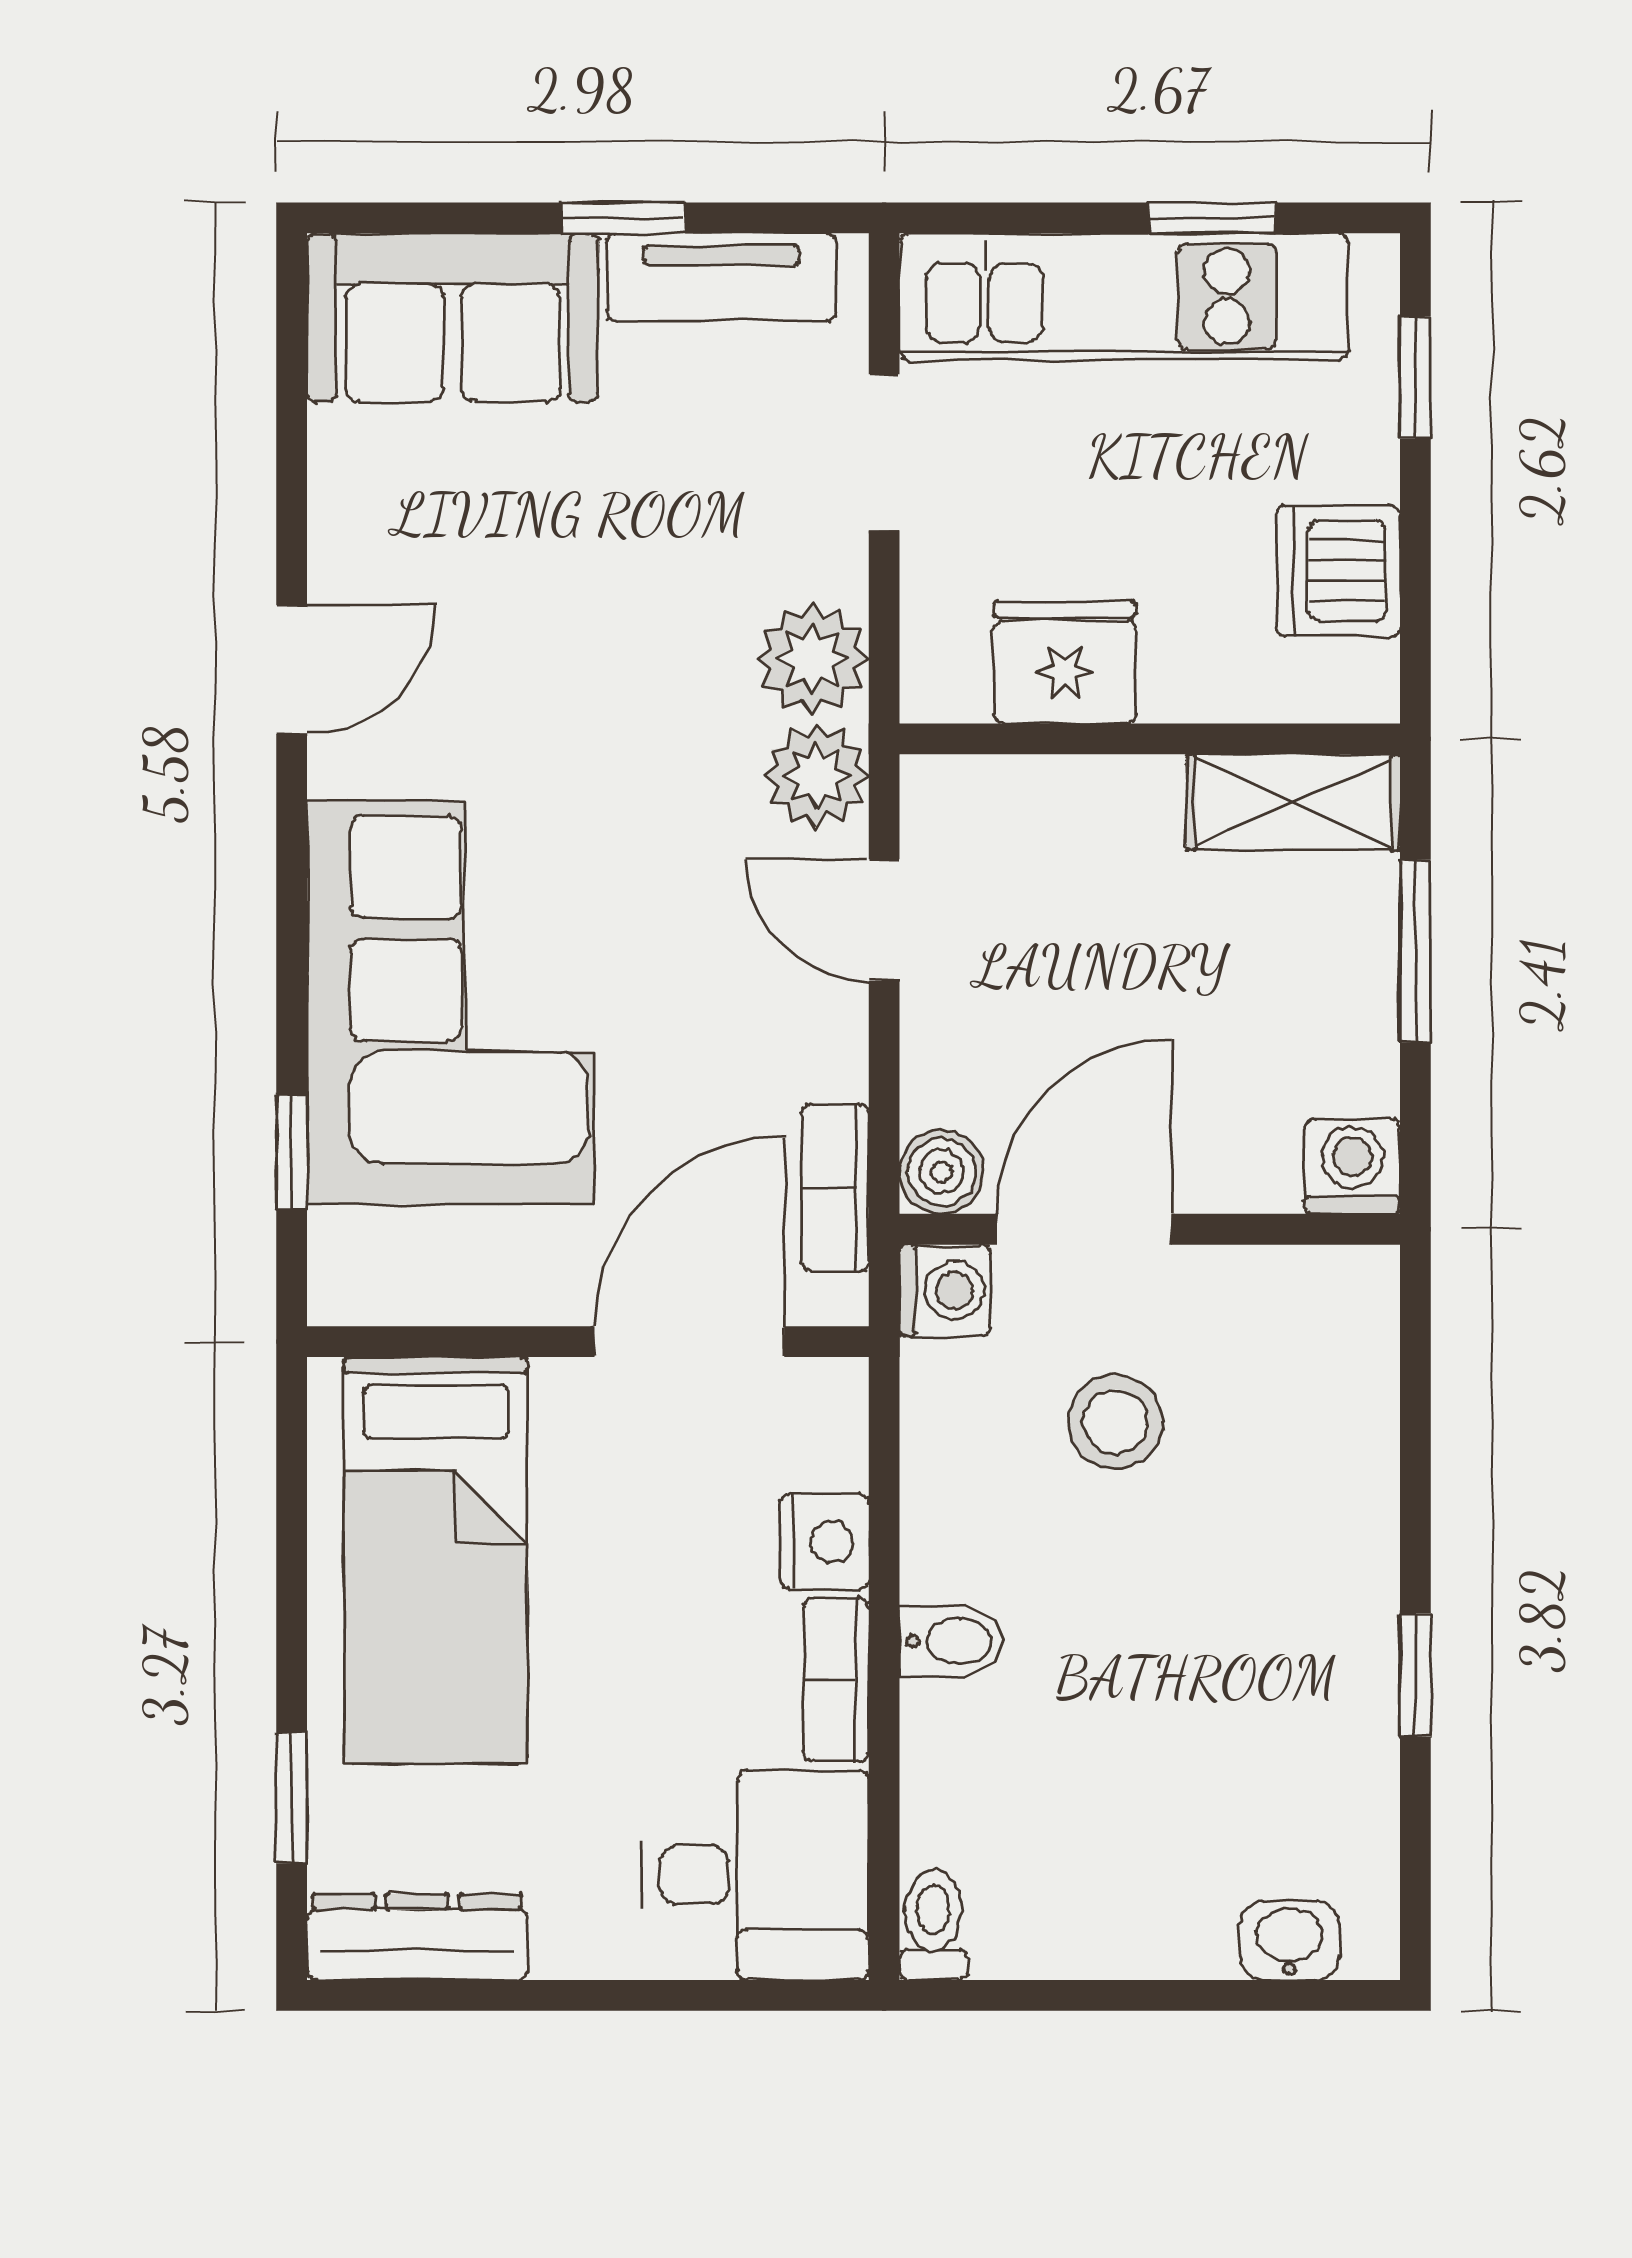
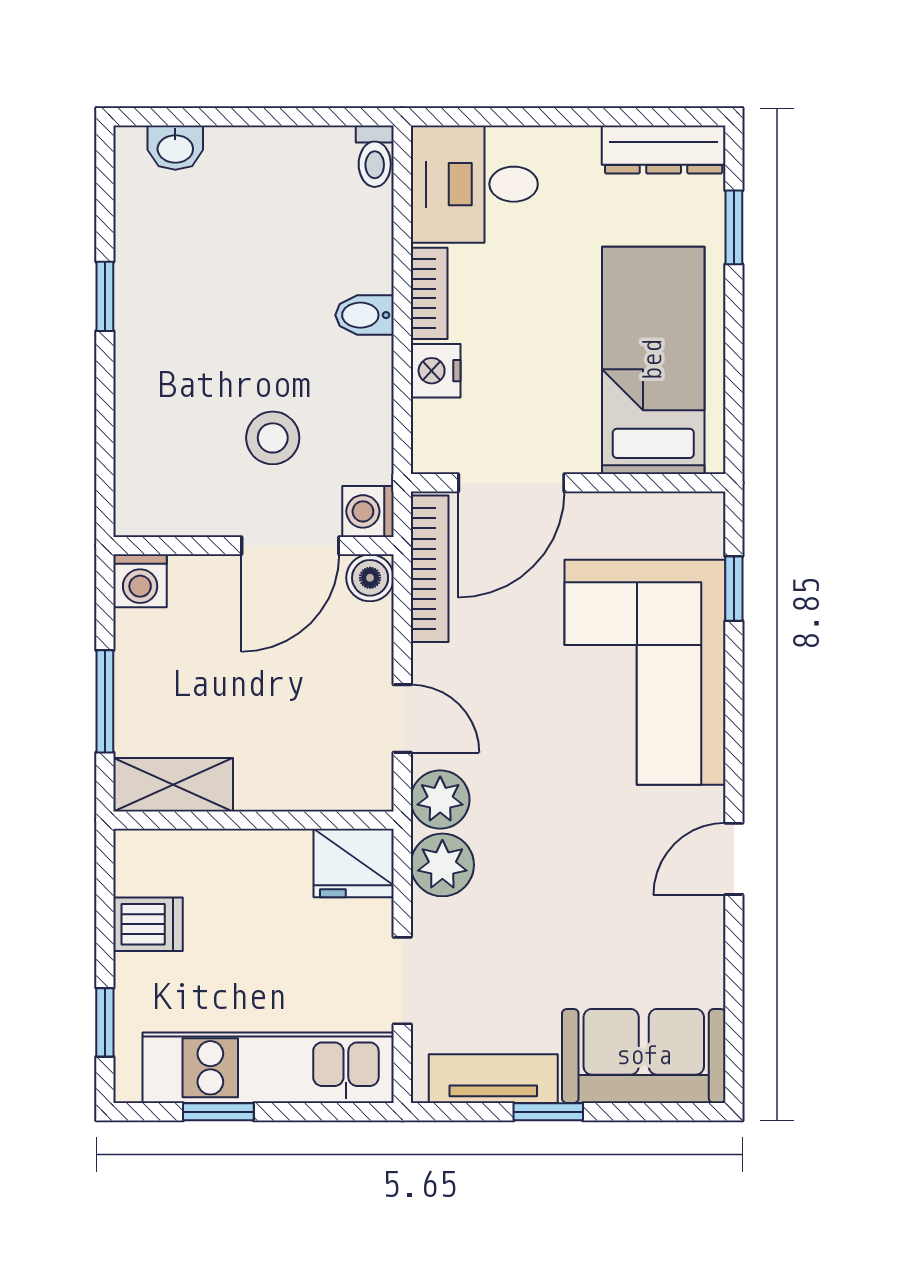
dishwasher: (1338, 571) -> (148, 924), width x0.73
fridge: (1065, 662) -> (354, 863), moved
bookcase: (835, 1188) -> (430, 569), width x1.56

